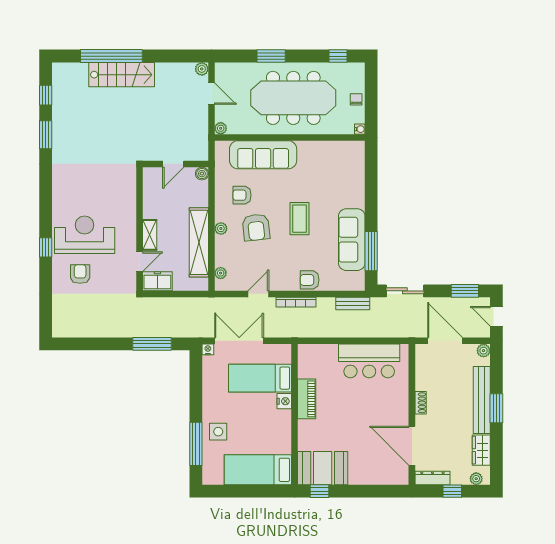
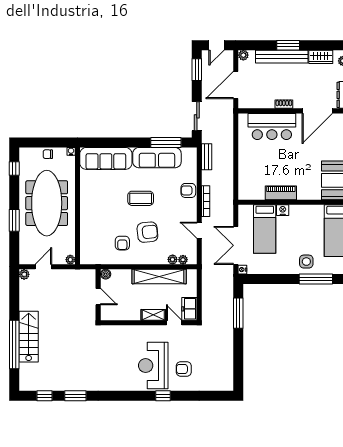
sofa: (263, 155) -> (106, 158), moved, turned 90
plant: (221, 228) -> (173, 259), moved
armchair: (310, 280) -> (188, 190), turned 90
bar counter: (369, 361) -> (272, 127), moved, turned 90

